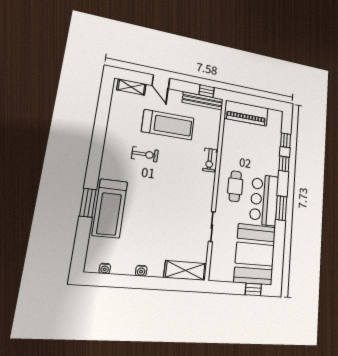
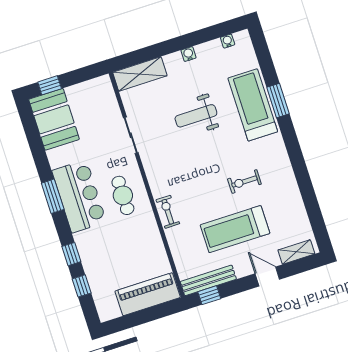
weight bench: (158, 220) -> (196, 116), added
booth: (255, 254) -> (54, 119), width x0.73, depth x0.70

